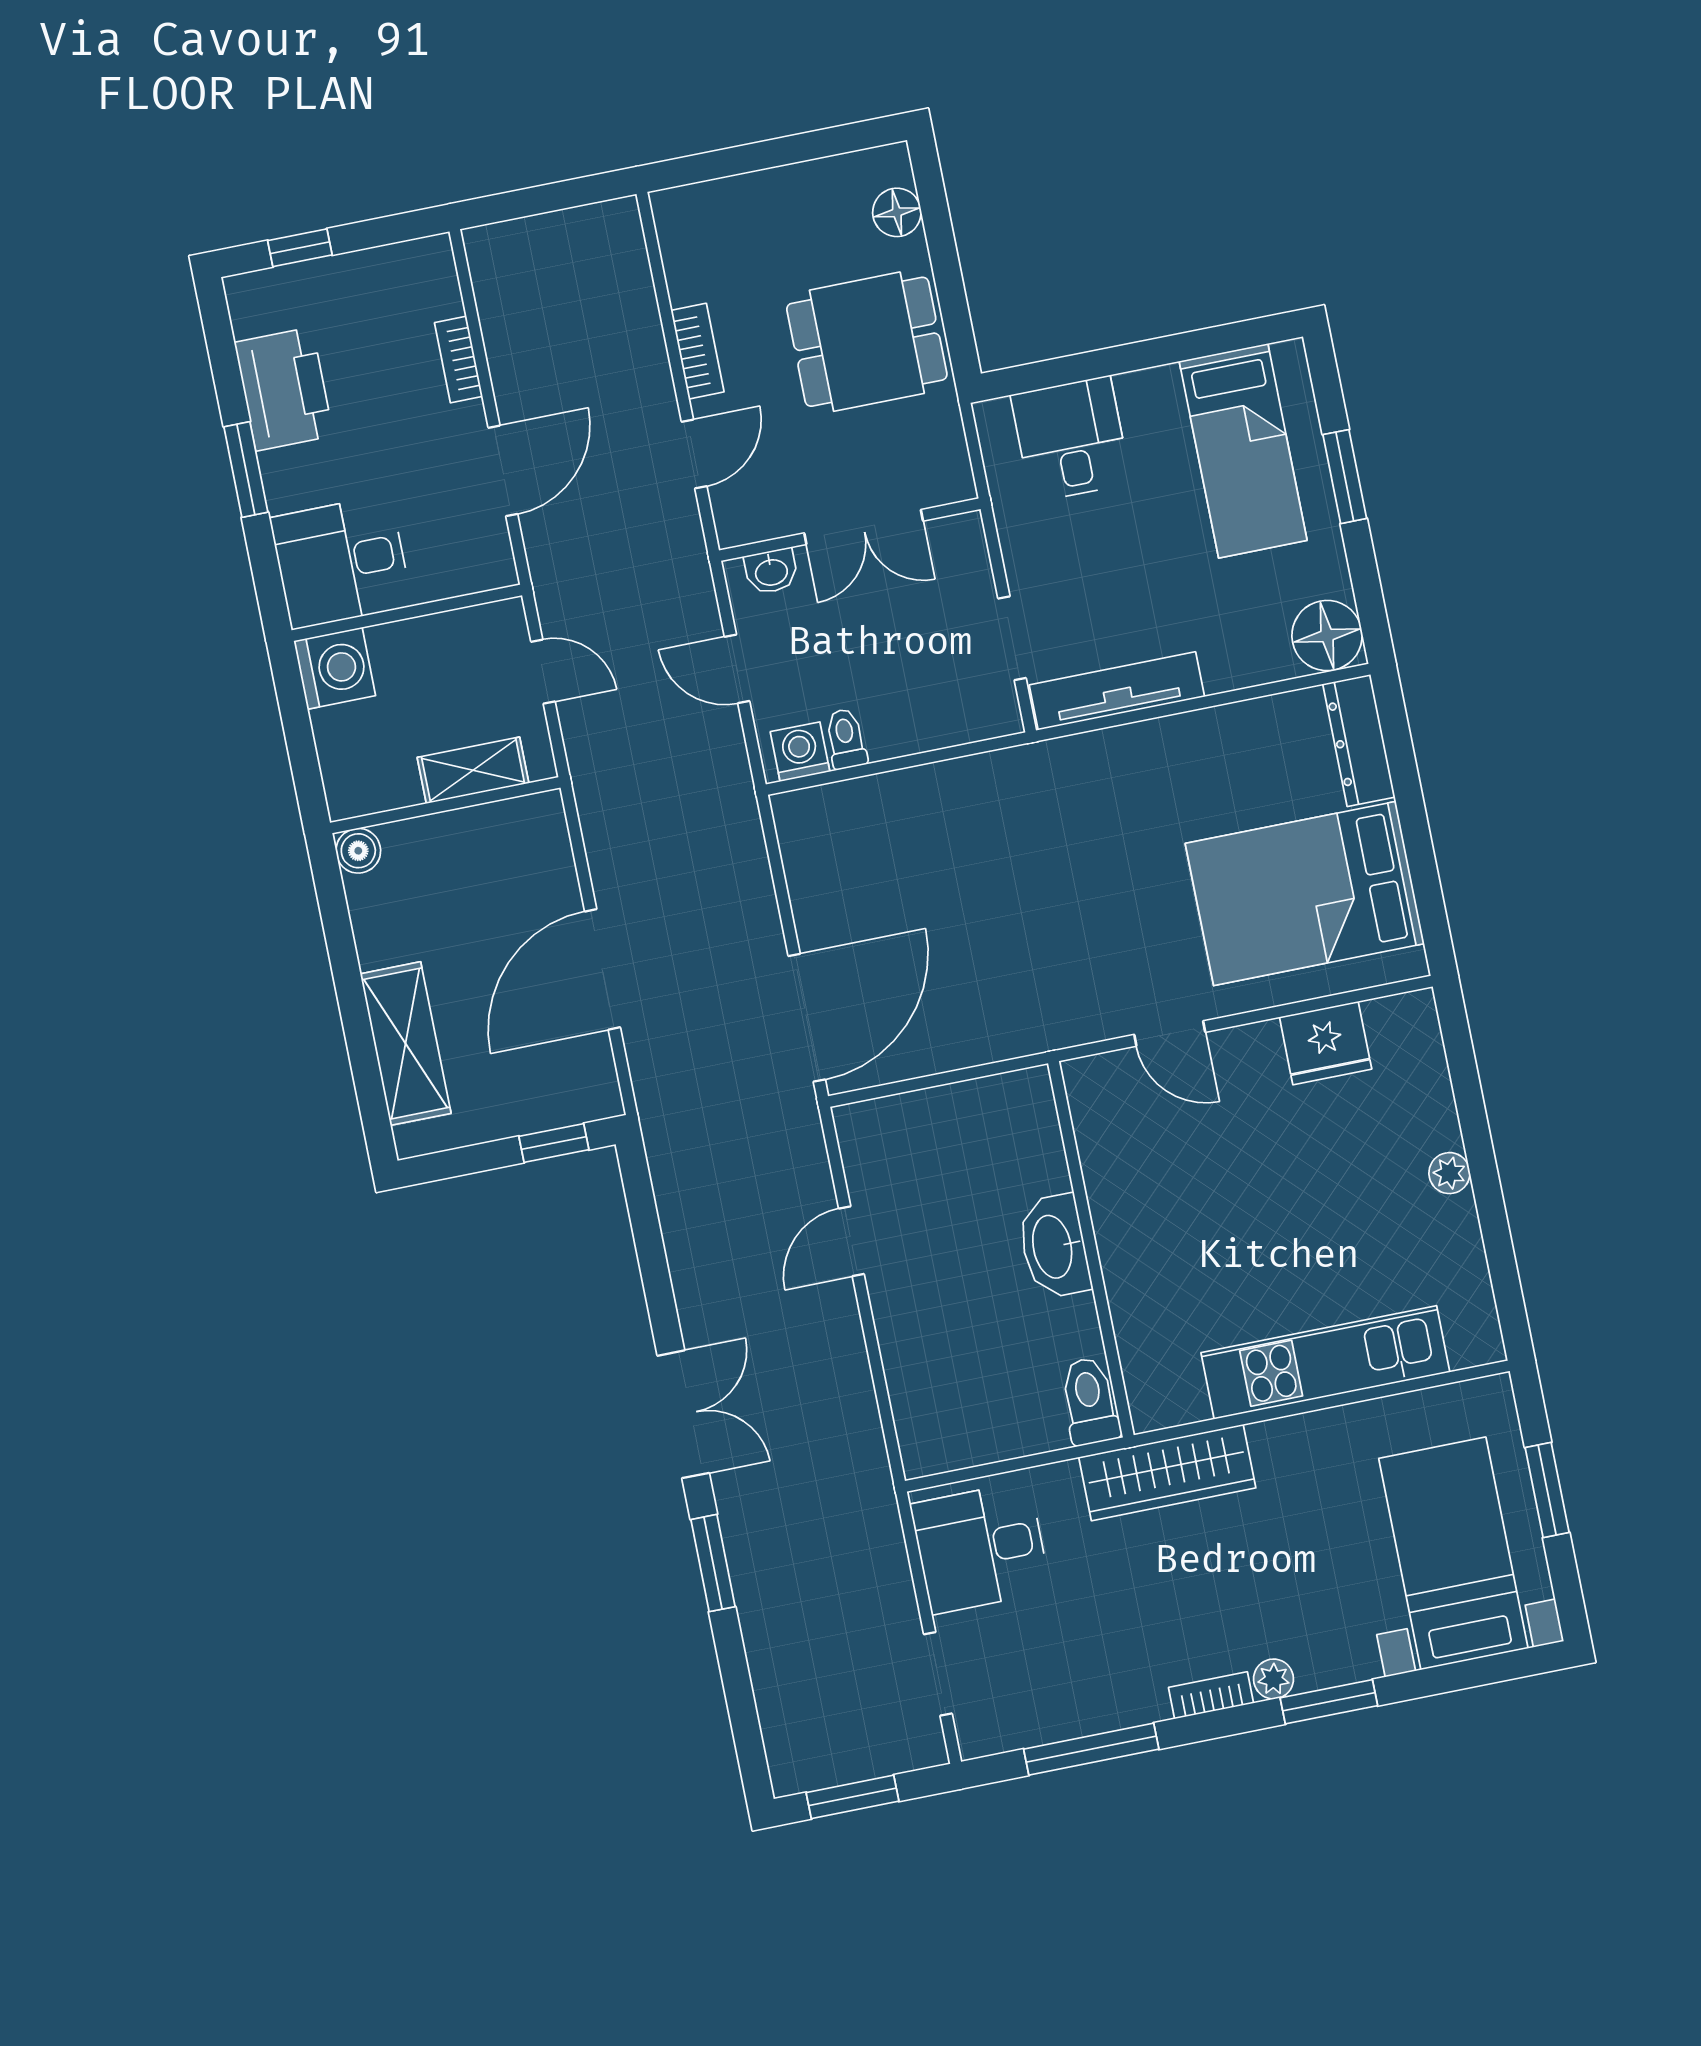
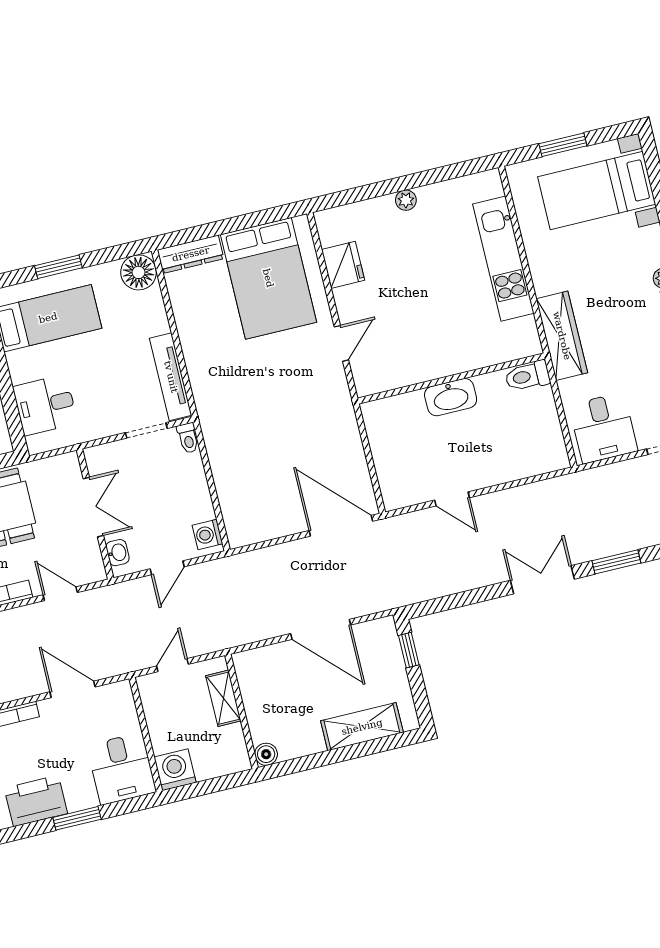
toilet: (846, 739) -> (188, 438), moved, turned -90

